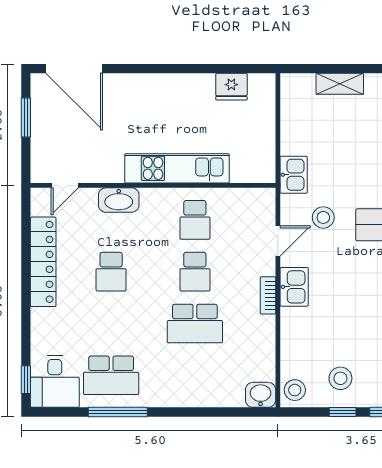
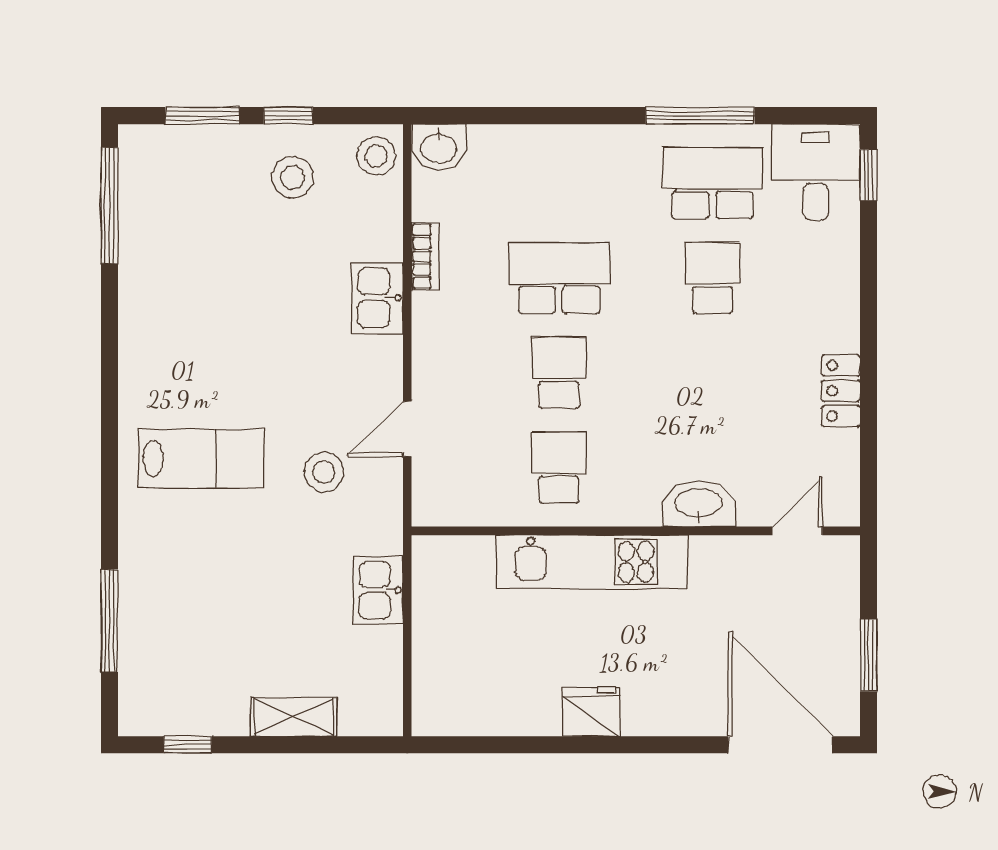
fridge: (231, 87) -> (591, 712), moved
kitchen sink: (294, 175) -> (378, 590), moved
locker: (43, 262) -> (841, 391), width x0.46, depth x0.83
school desk: (111, 272) -> (713, 278), moved
kitchen sink: (294, 287) -> (377, 298), moved
bookcase: (268, 295) -> (425, 256), moved

